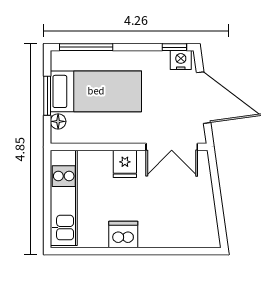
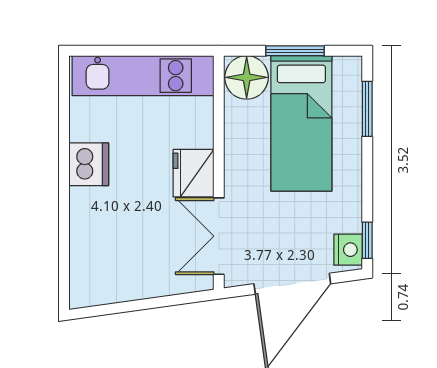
window: (86, 47) -> (367, 109), width x0.69
floor lamp: (58, 121) -> (247, 77), width x1.89, depth x1.89
fridge: (125, 164) -> (194, 173), width x1.38

